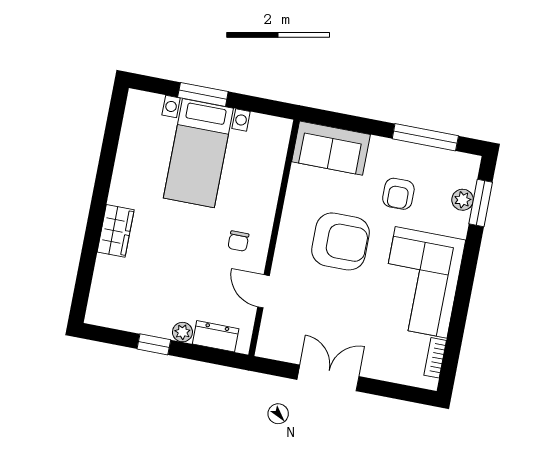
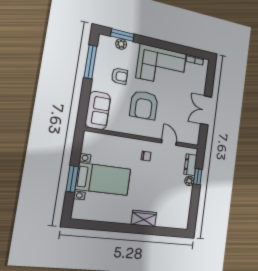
armchair: (341, 241) -> (144, 105), turned 180
door: (264, 291) -> (169, 142), swing flipped
window: (154, 344) -> (198, 177), moved

